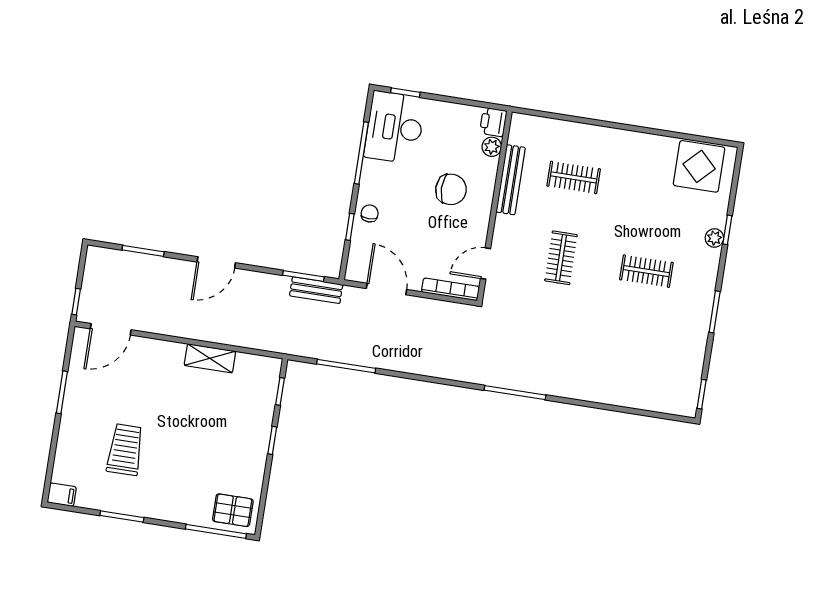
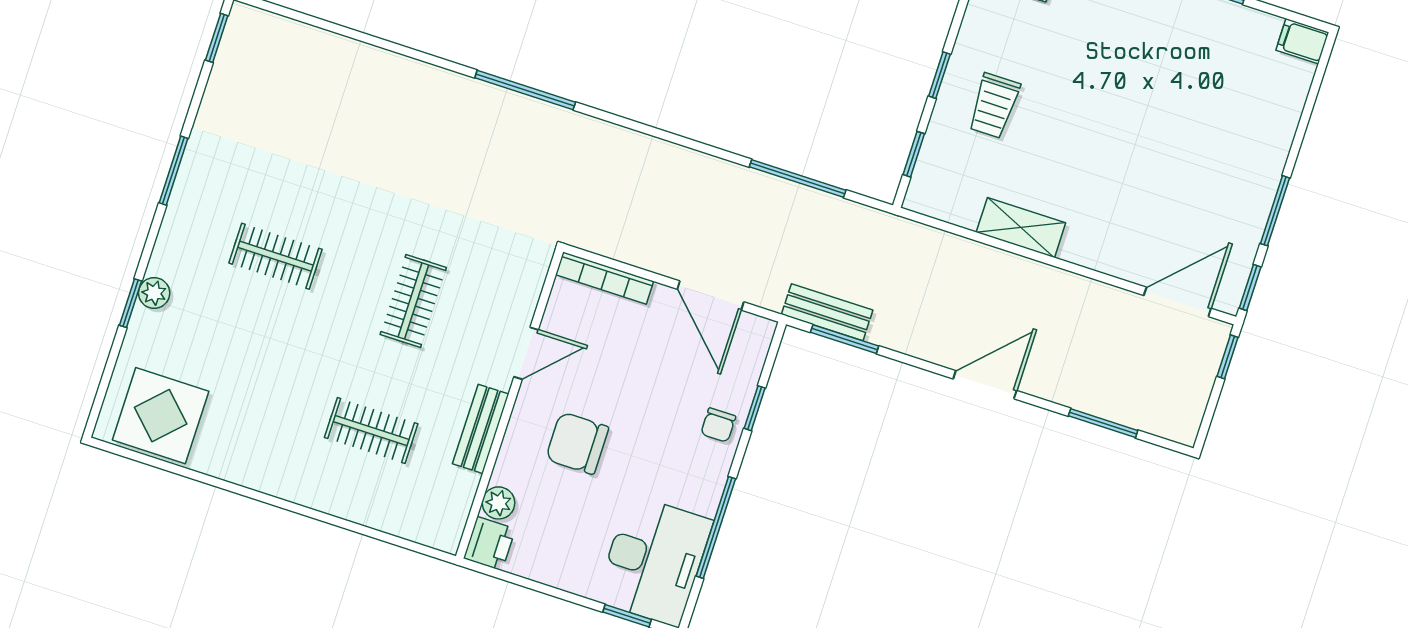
bench: (511, 180) -> (481, 429), width x0.73
door: (486, 263) -> (526, 353), moved
window: (69, 345) -> (1250, 287), added
trolley: (125, 450) -> (994, 106), moved, width x0.73, depth x0.72

